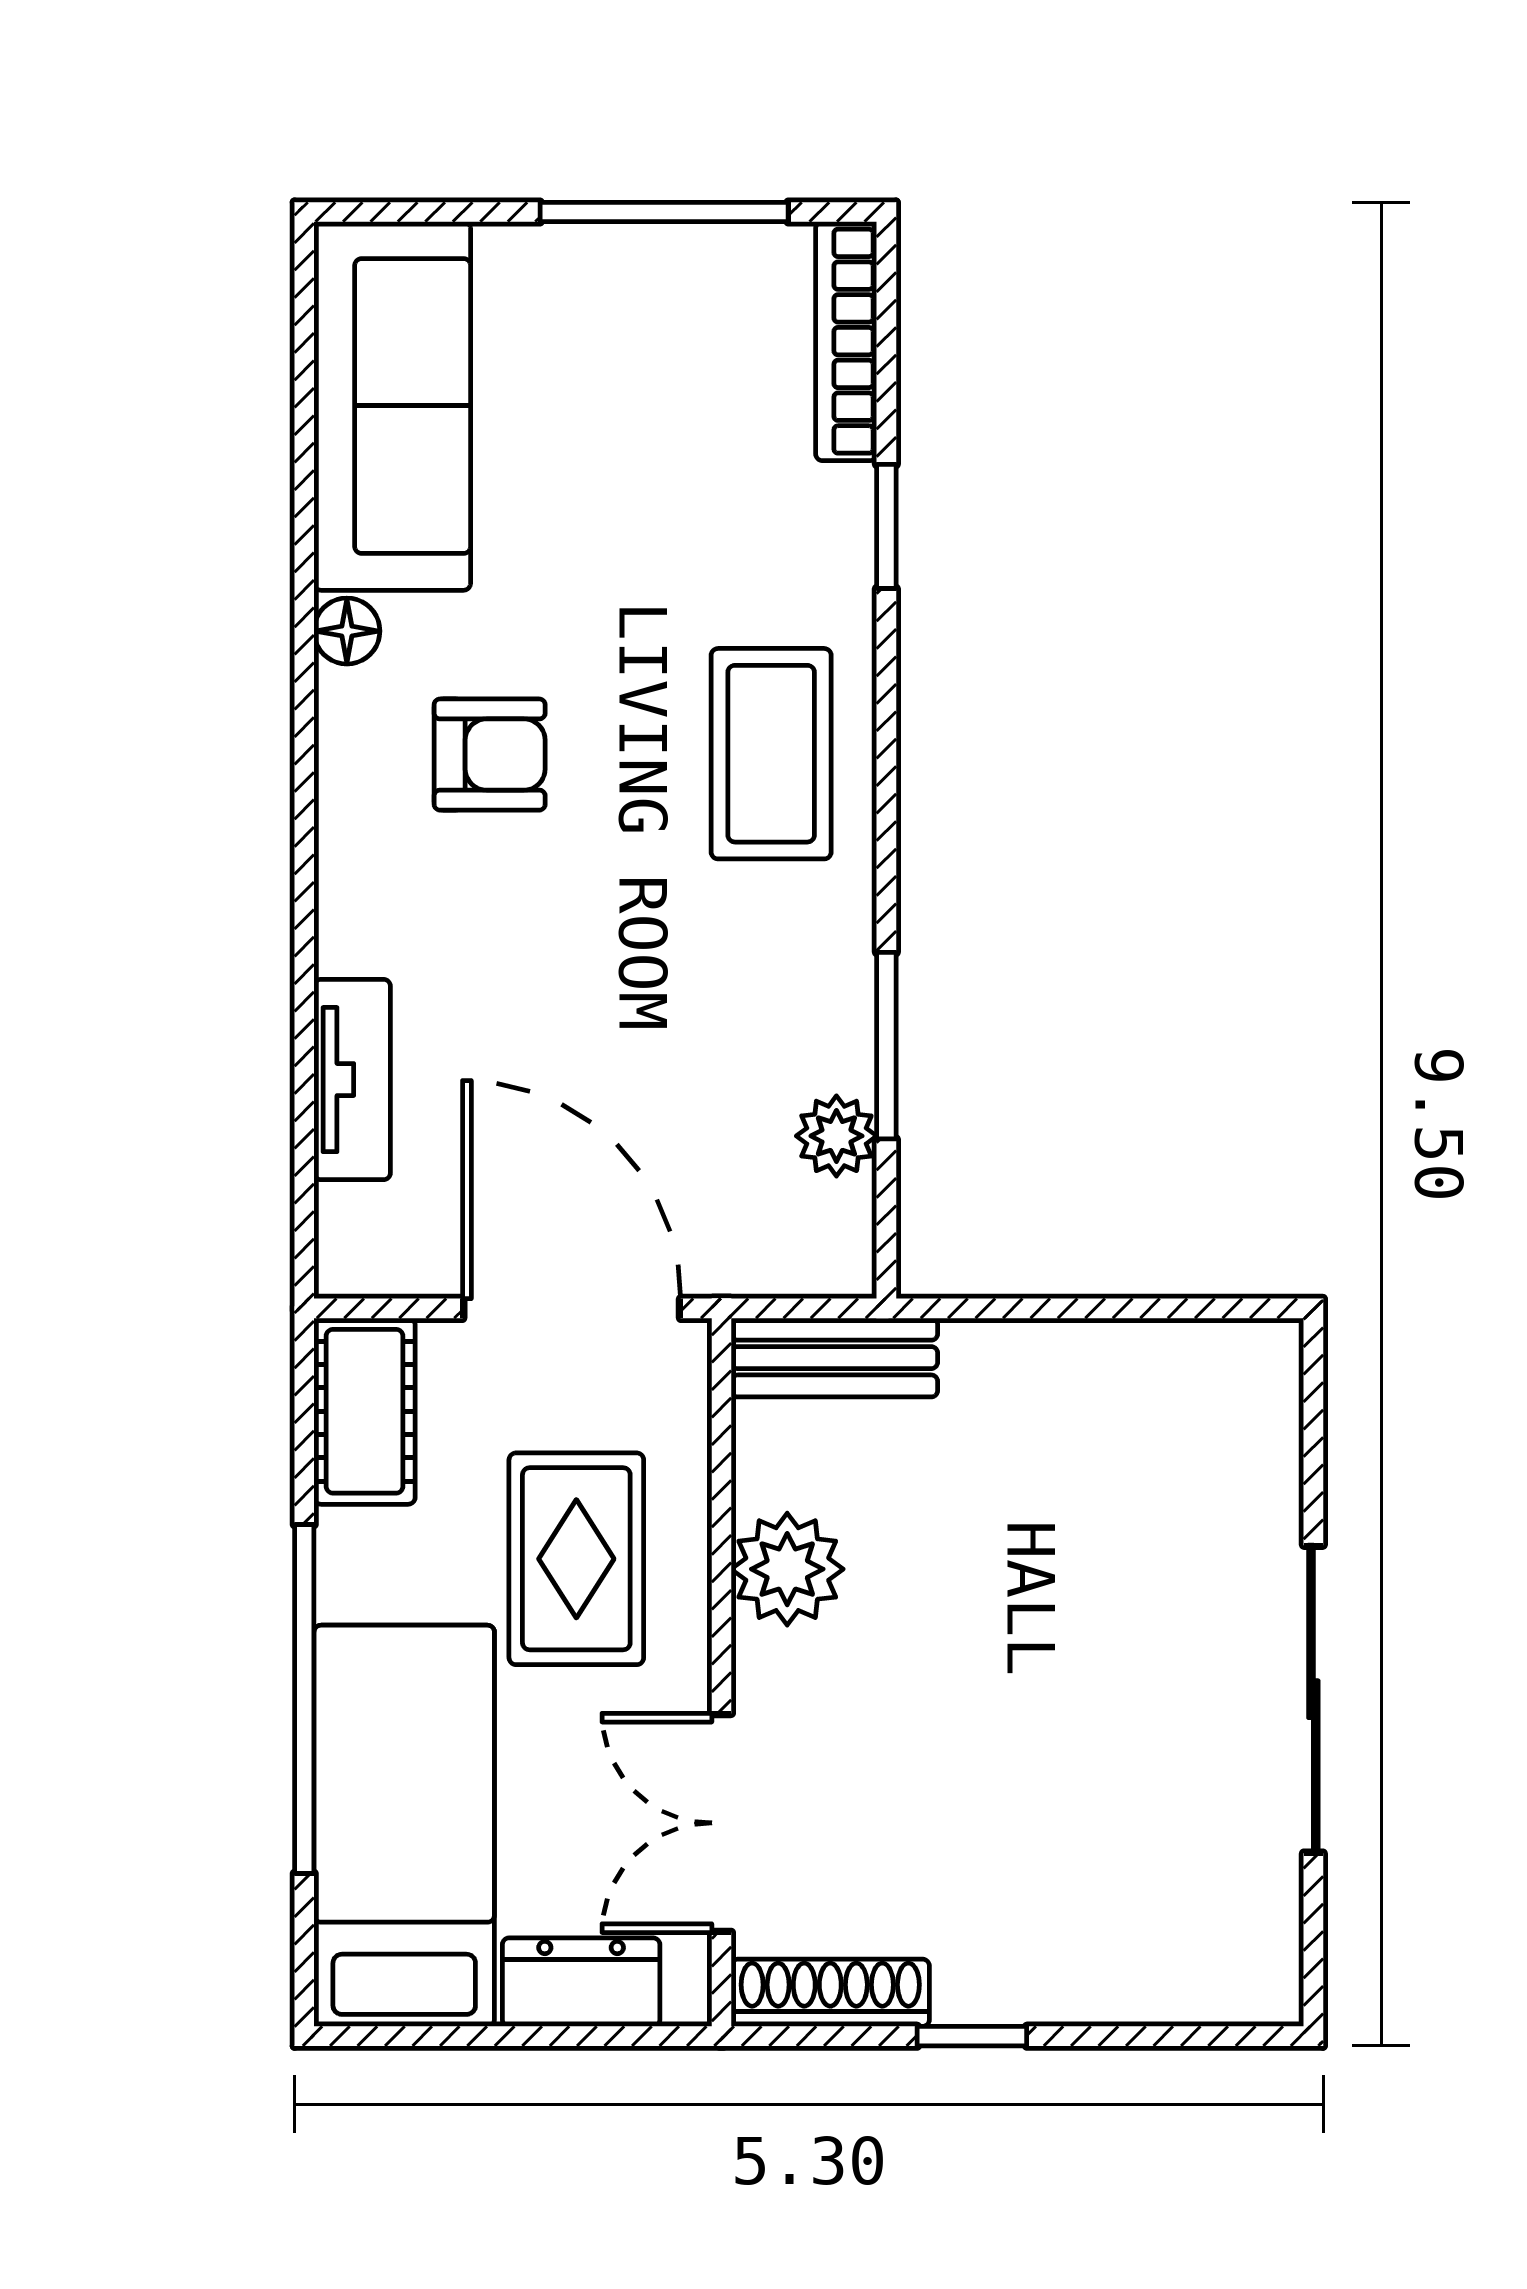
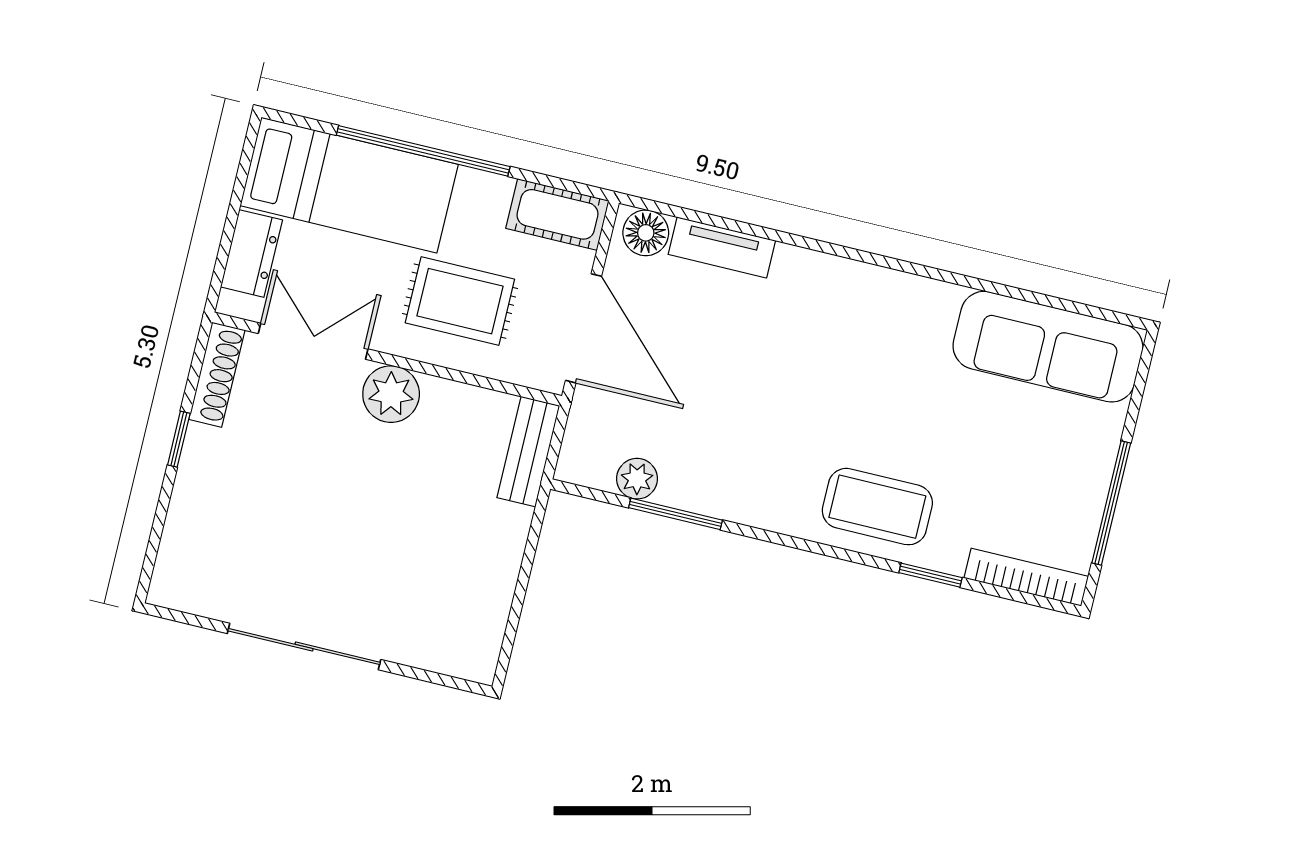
floor lamp: (347, 631) -> (646, 233), moved, width x1.37, depth x1.37
coffee table: (771, 754) -> (877, 507), moved
armchair: (490, 755) -> (865, 353), removed
door: (572, 1308) -> (583, 328), hinge flipped
plant: (787, 1569) -> (391, 394), moved

